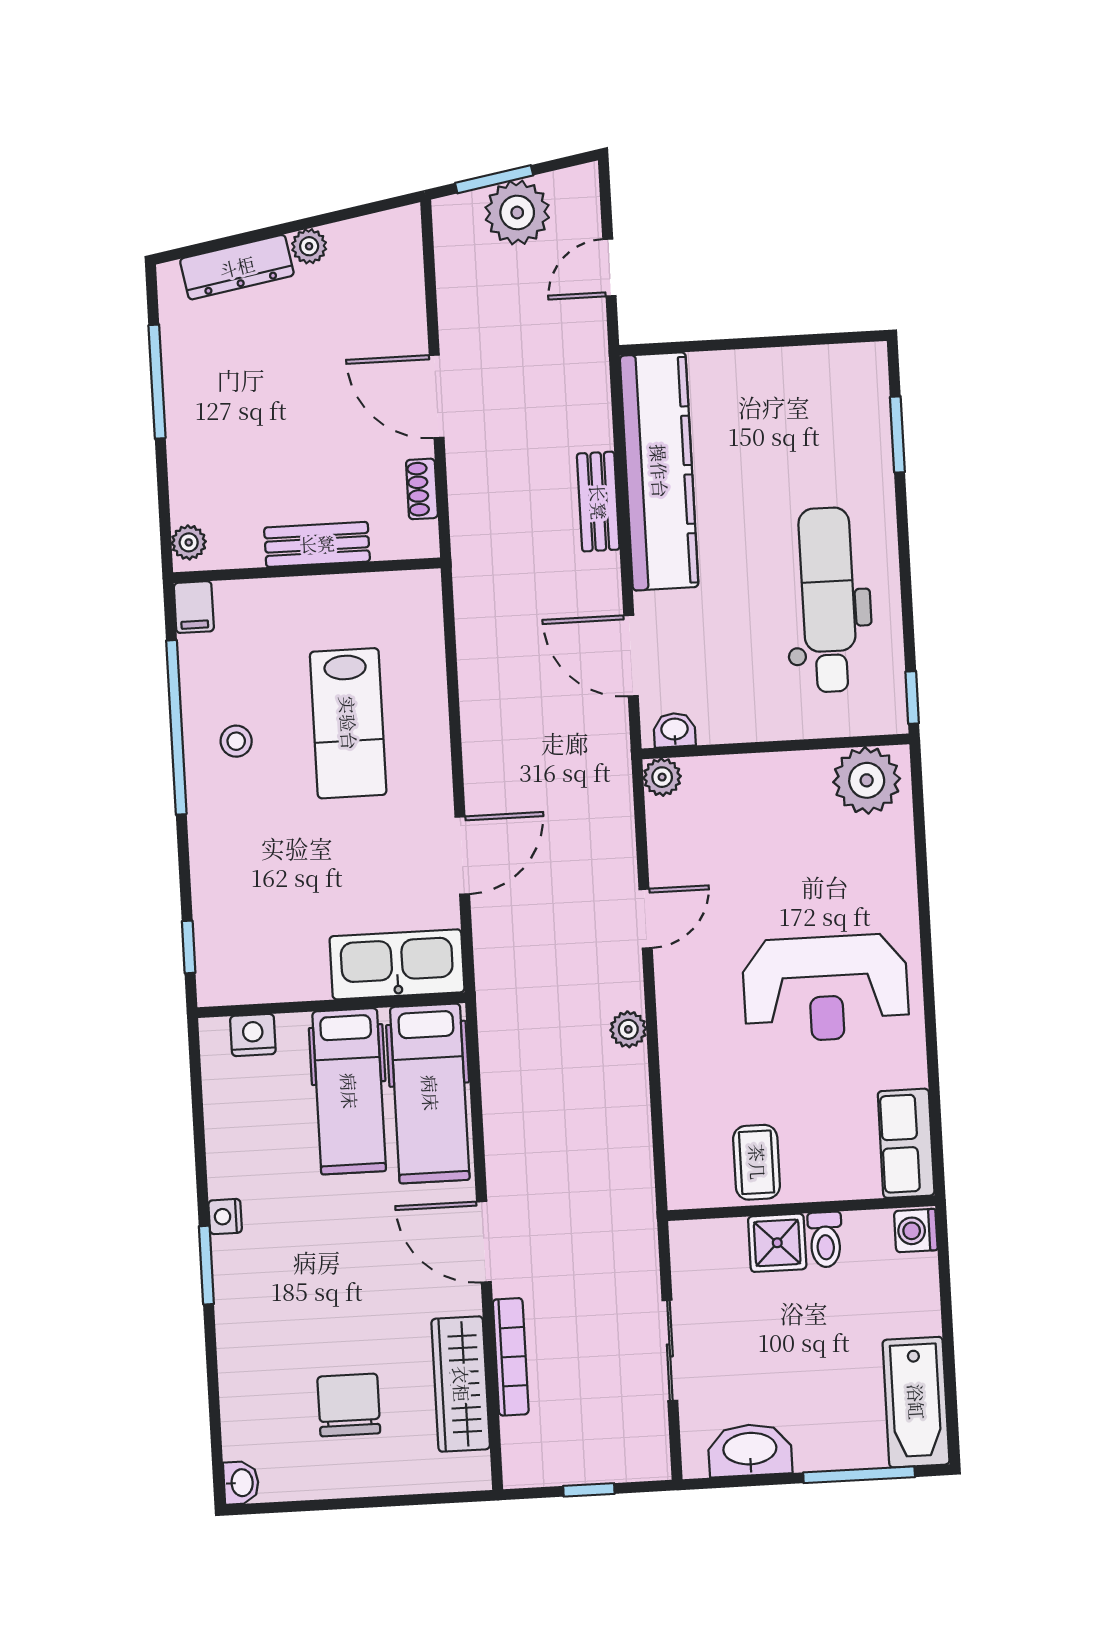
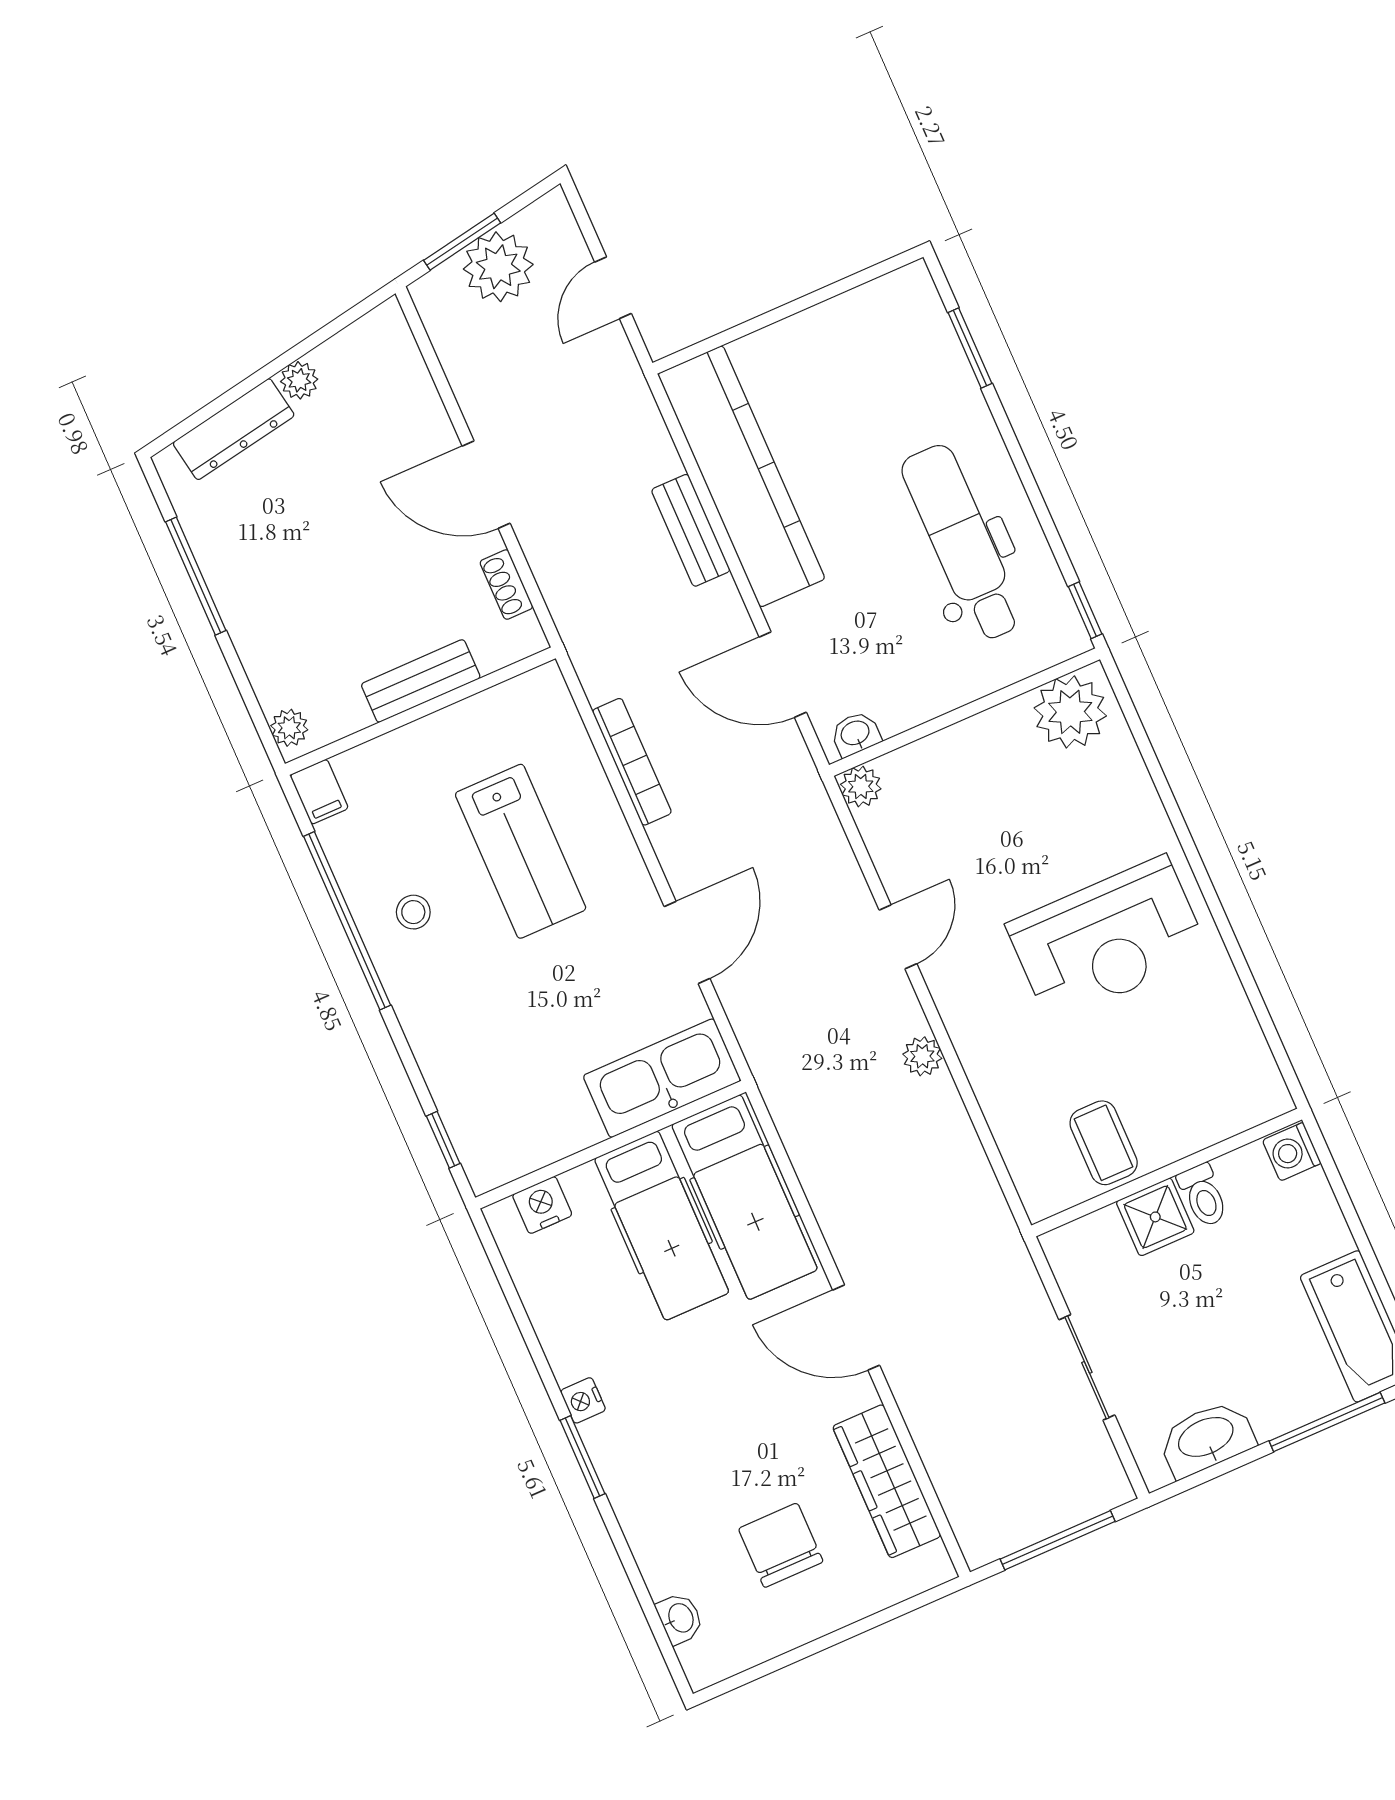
row of seats: (906, 1143) -> (1249, 1067), removed
bookcase: (511, 1357) -> (632, 762), moved
washbasin: (241, 1483) -> (680, 1618), moved
window: (589, 1490) -> (1058, 1540), width x2.17

